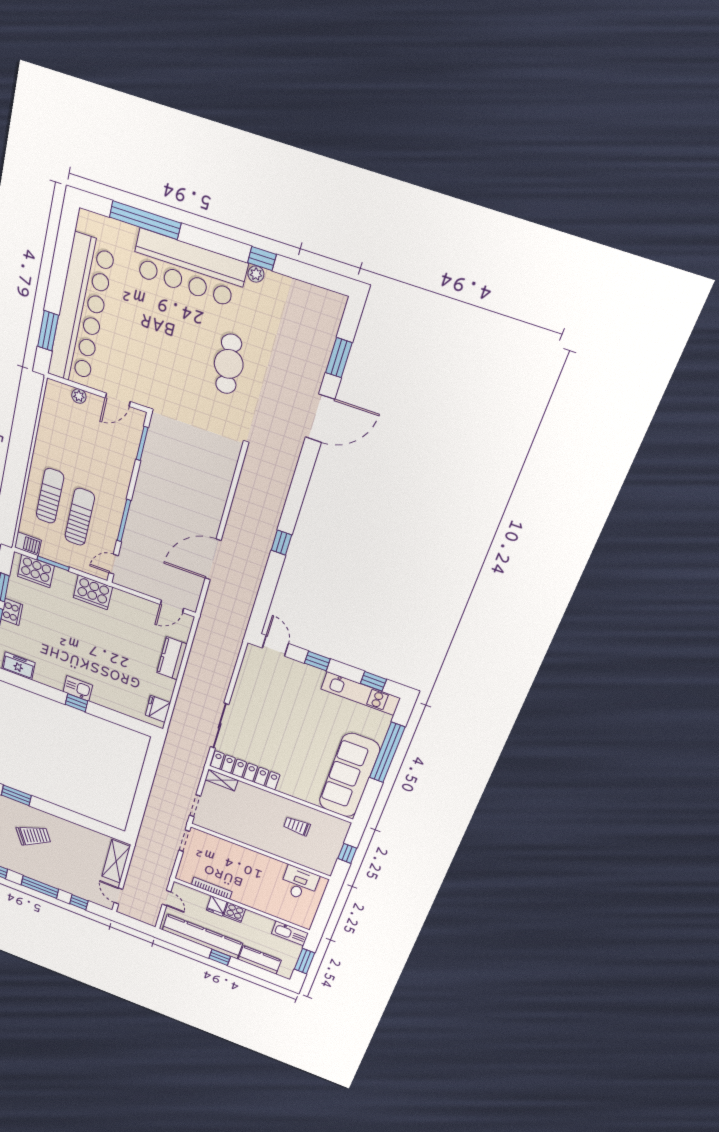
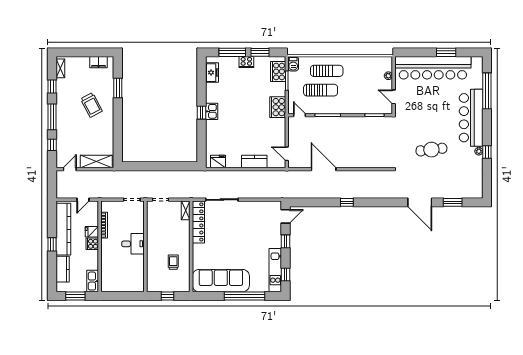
window: (48, 331) -> (446, 52), moved
desk: (299, 883) -> (133, 244), moved

